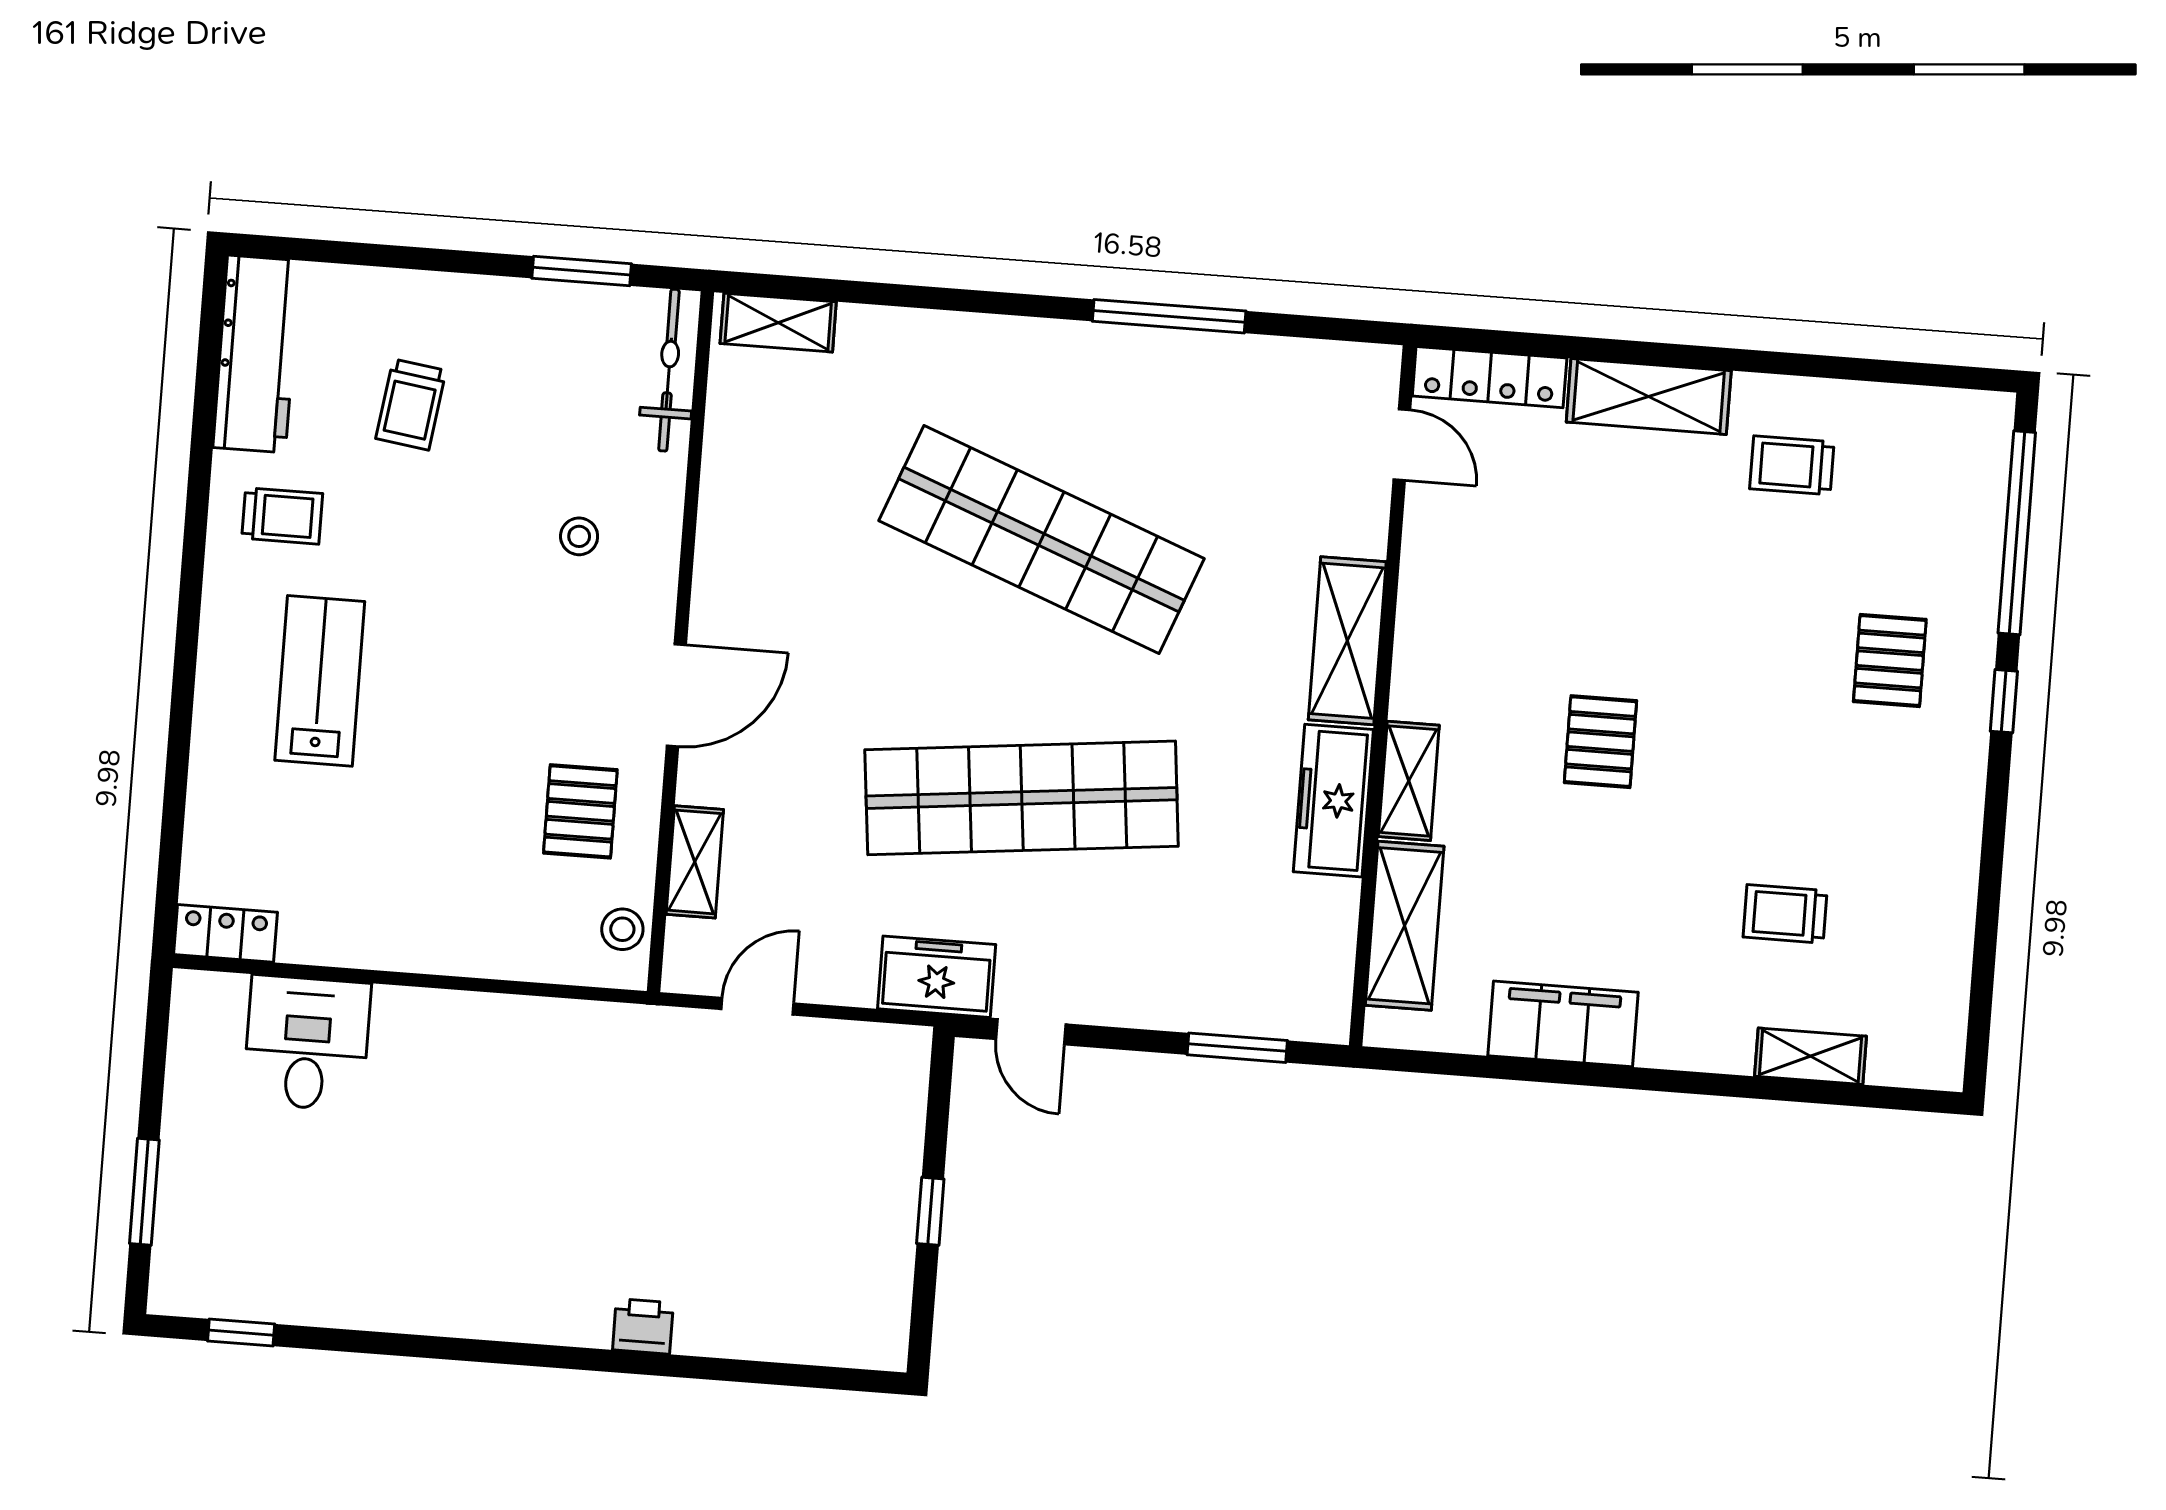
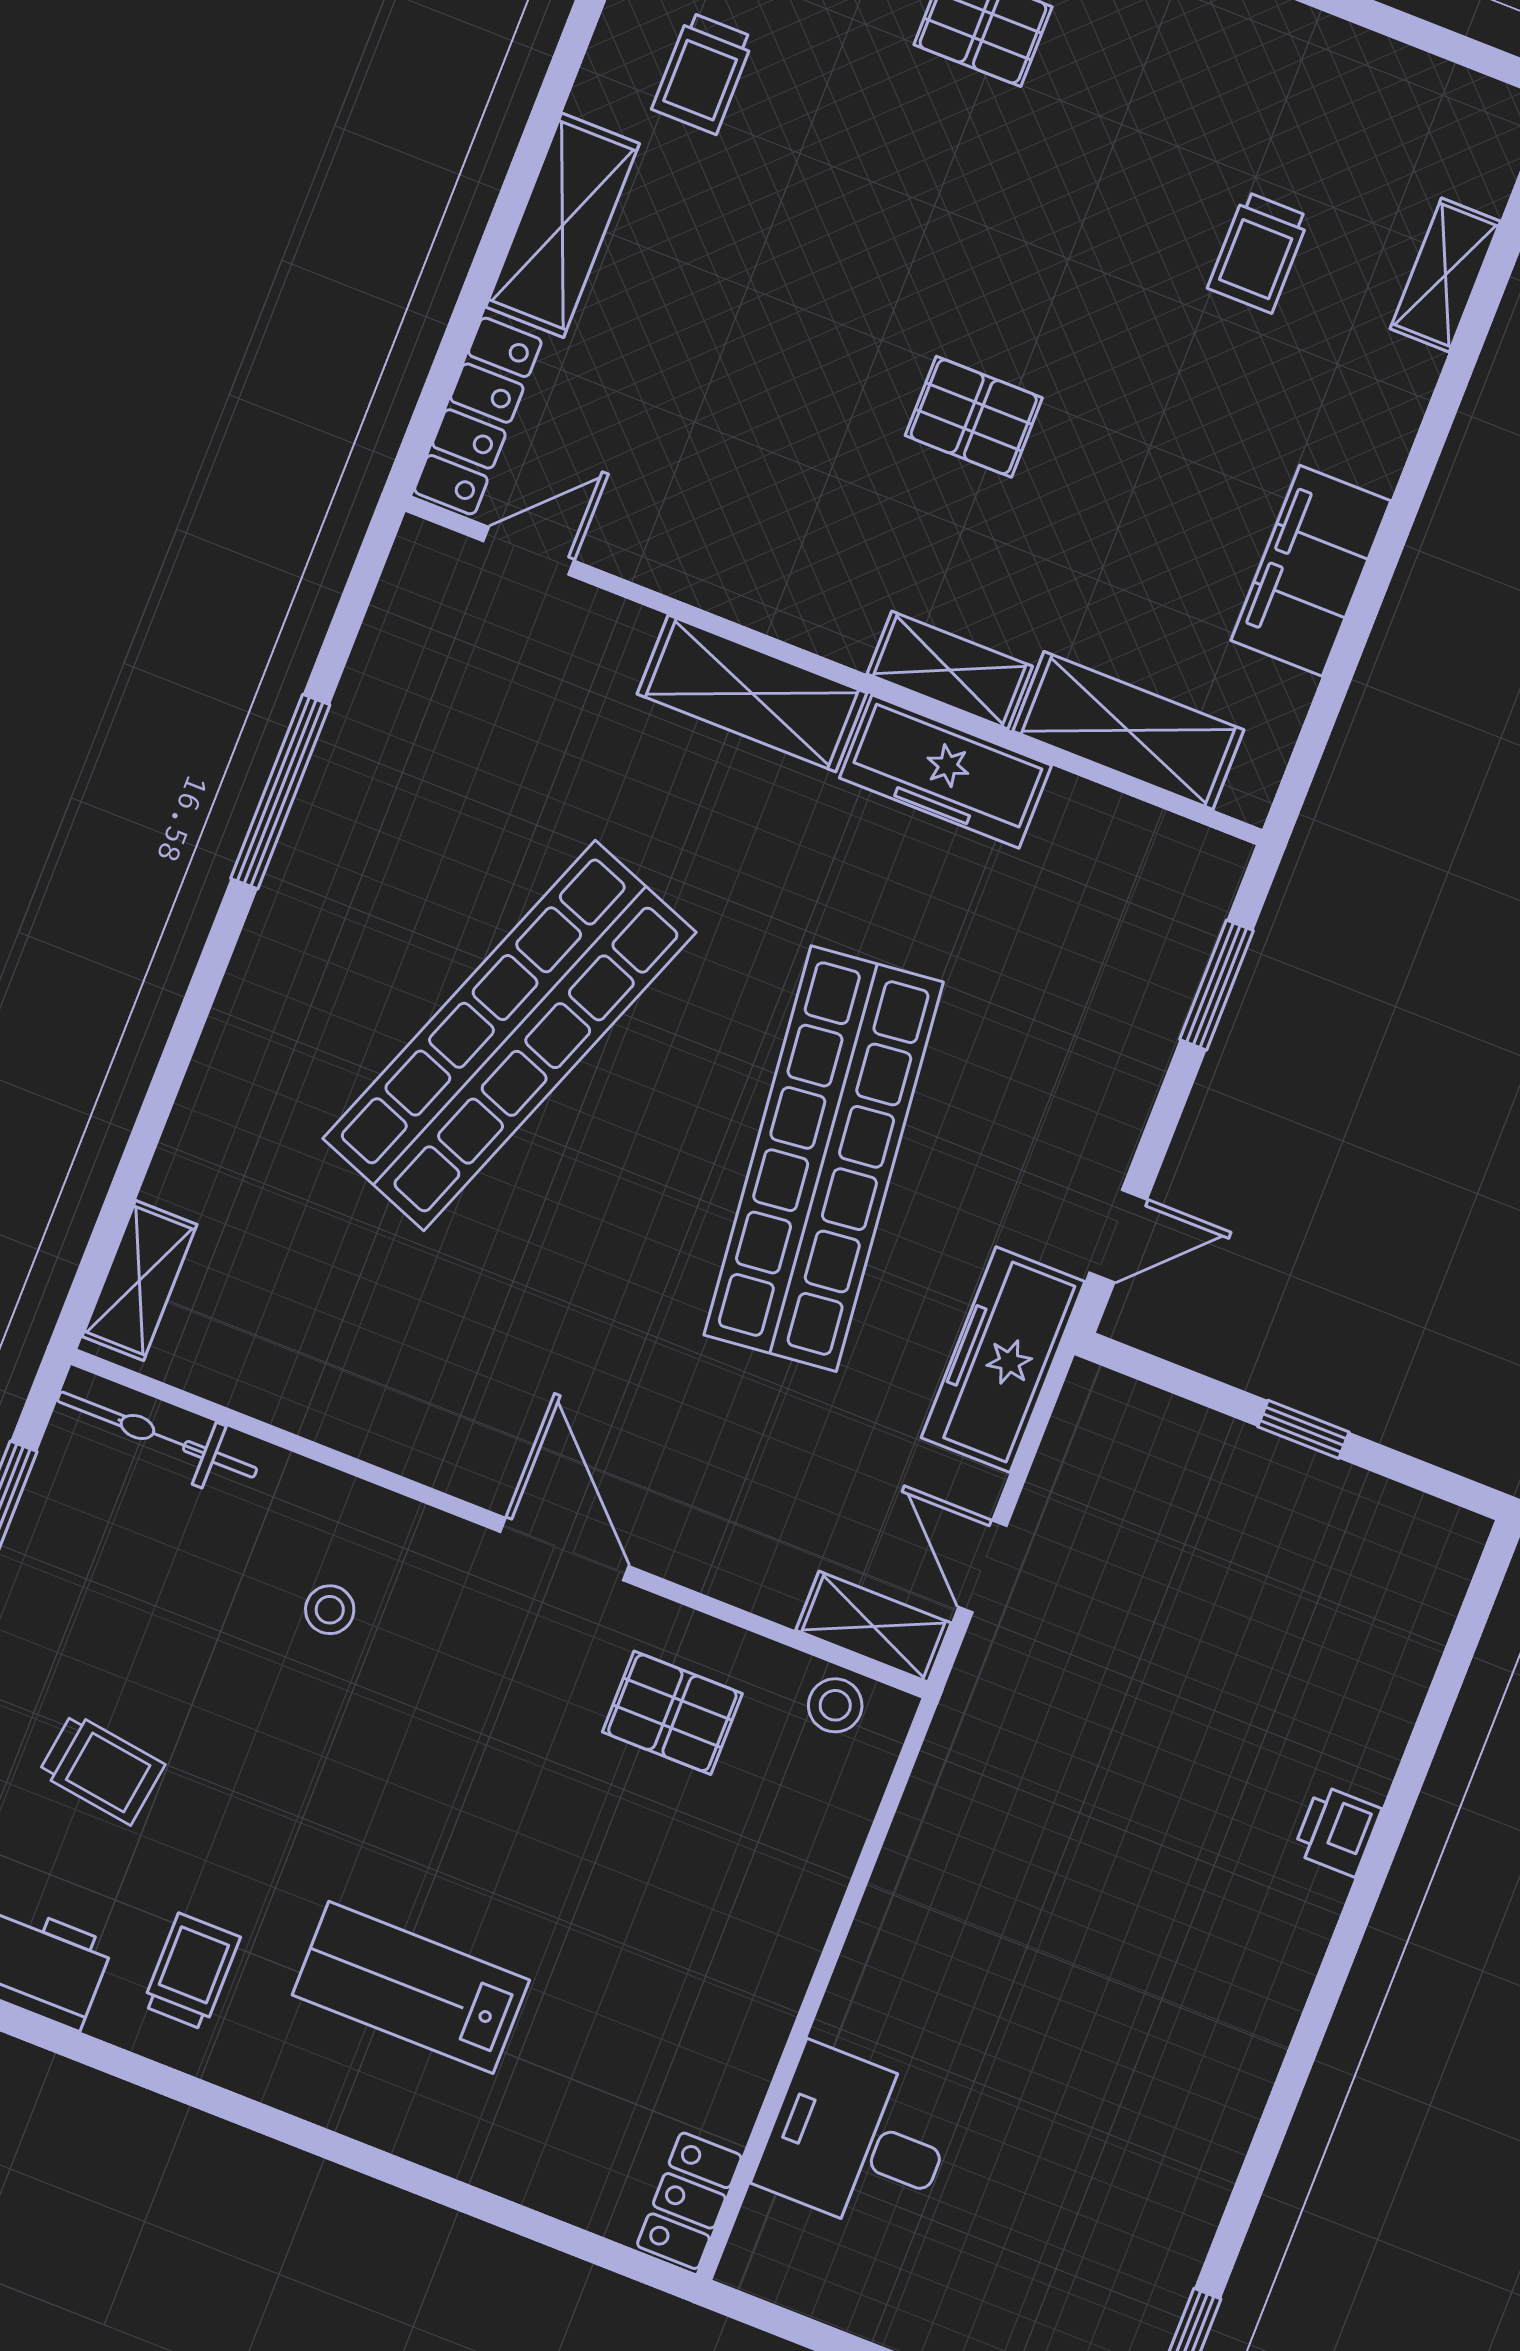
shelving: (695, 862) -> (873, 1627), moved
freezer: (937, 977) -> (1003, 1360), width x1.40

